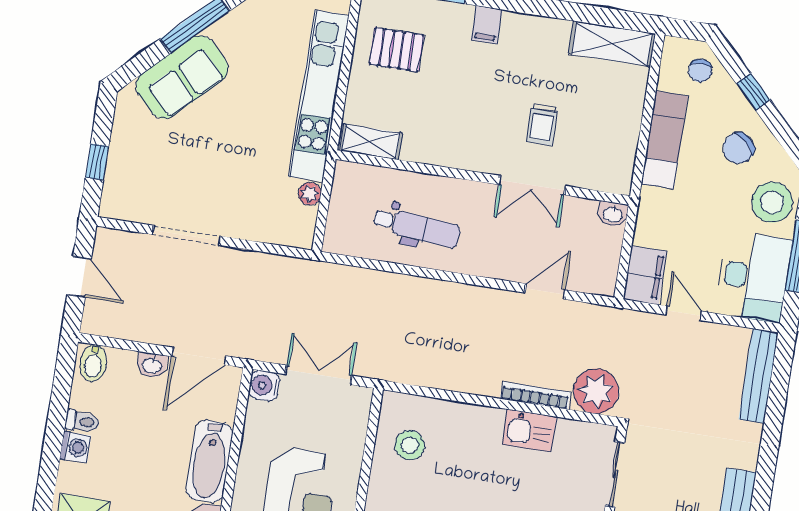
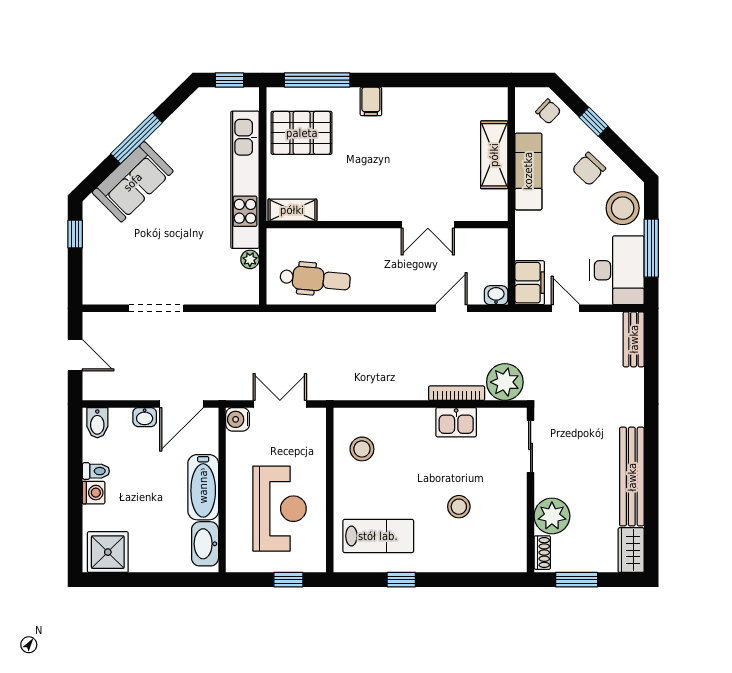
shelving: (612, 44) -> (494, 155), moved, turned 90
pallet: (396, 50) -> (302, 133), width x1.50, depth x1.42
chair: (700, 71) -> (548, 111), turned -47
trolley: (542, 124) -> (428, 174), removed
window: (97, 162) -> (75, 234), moved
washbasin: (613, 214) -> (496, 295), moved, turned 180
dental chair: (417, 227) -> (315, 279), moved
bench: (759, 376) -> (634, 339), width x0.73

